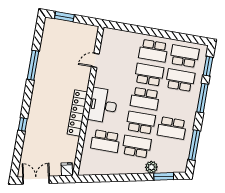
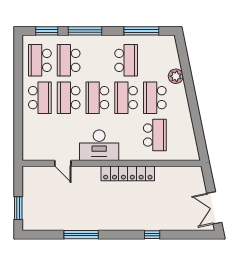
school desk: (145, 99) -> (97, 98), turned 180
desk: (103, 105) -> (99, 145), moved
fridge: (67, 169) -> (195, 174), removed
window: (164, 176) -> (184, 60), removed

